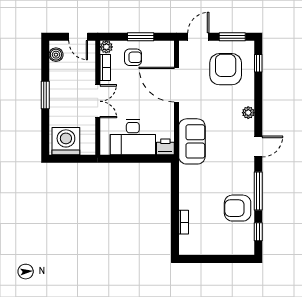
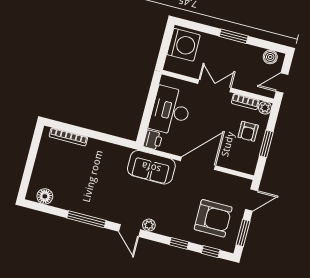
door: (198, 37) -> (252, 200), hinge flipped
door: (176, 85) -> (198, 163), moved
double door: (98, 101) -> (214, 86), swing flipped
plant: (248, 113) -> (149, 225), moved
armchair: (238, 208) -> (75, 195), removed
bookcase: (184, 222) -> (68, 137), width x1.56
window: (258, 232) -> (179, 243), moved
floor lamp: (247, 237) -> (45, 196), added

